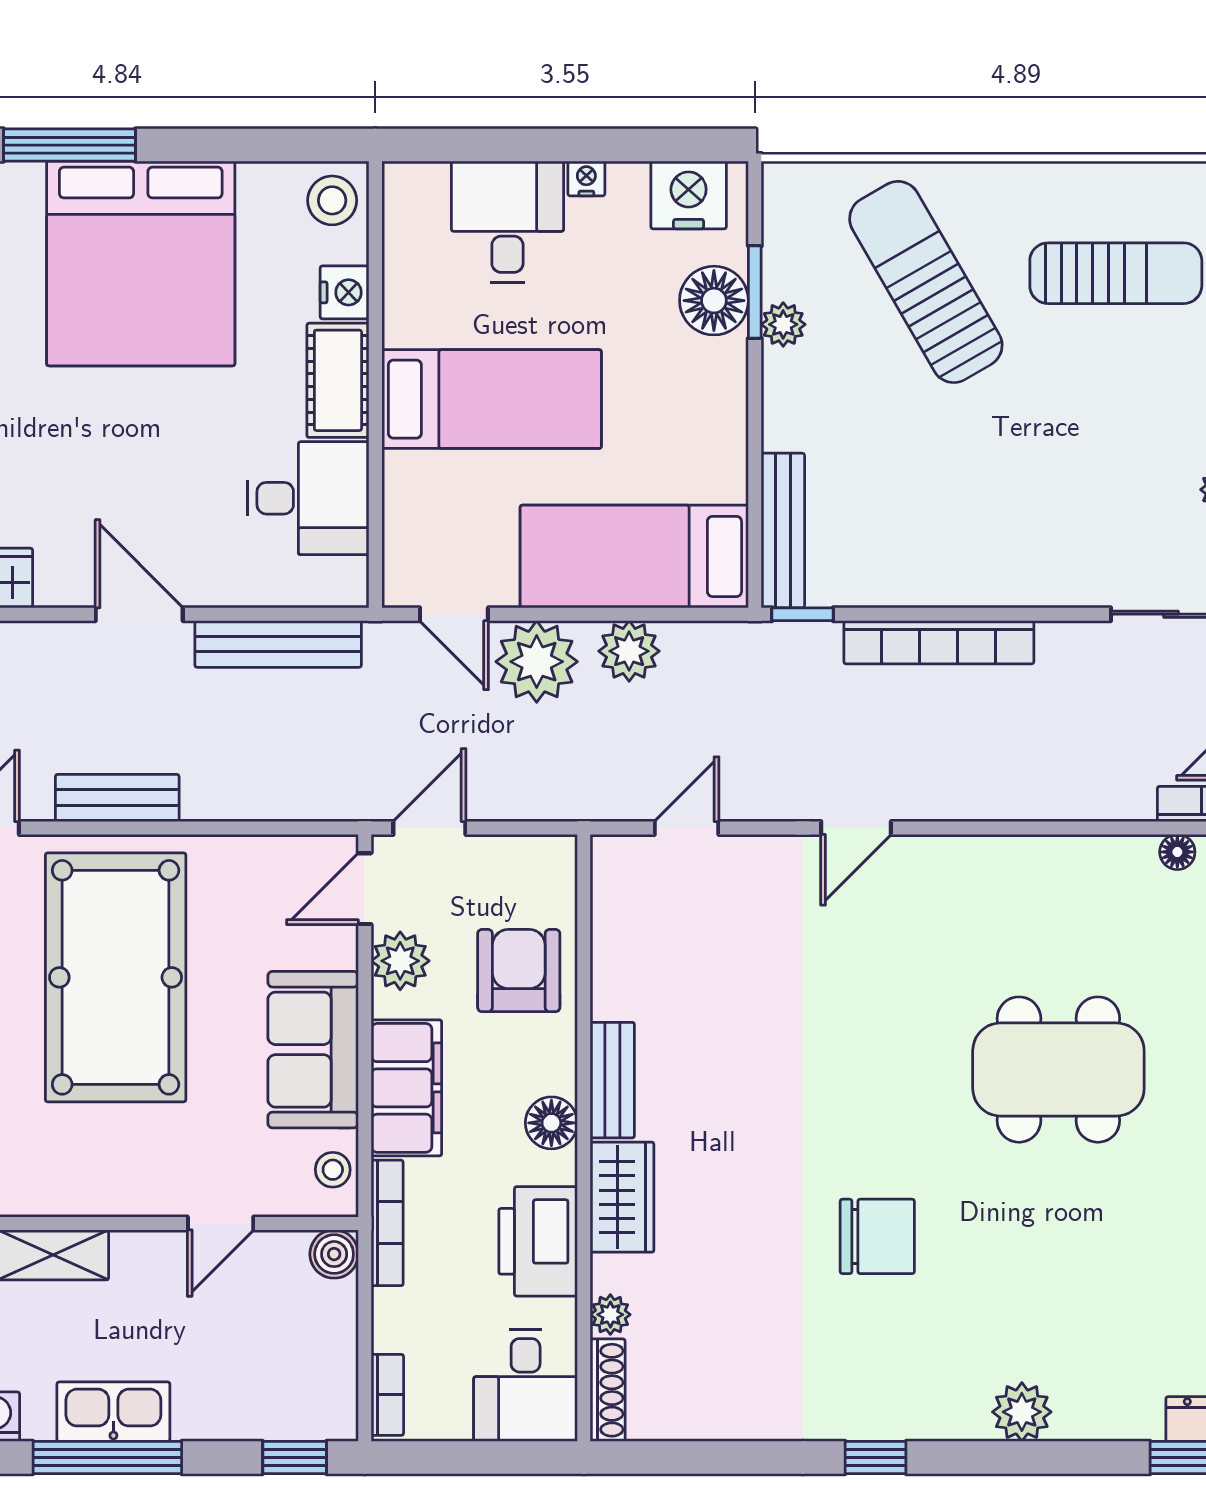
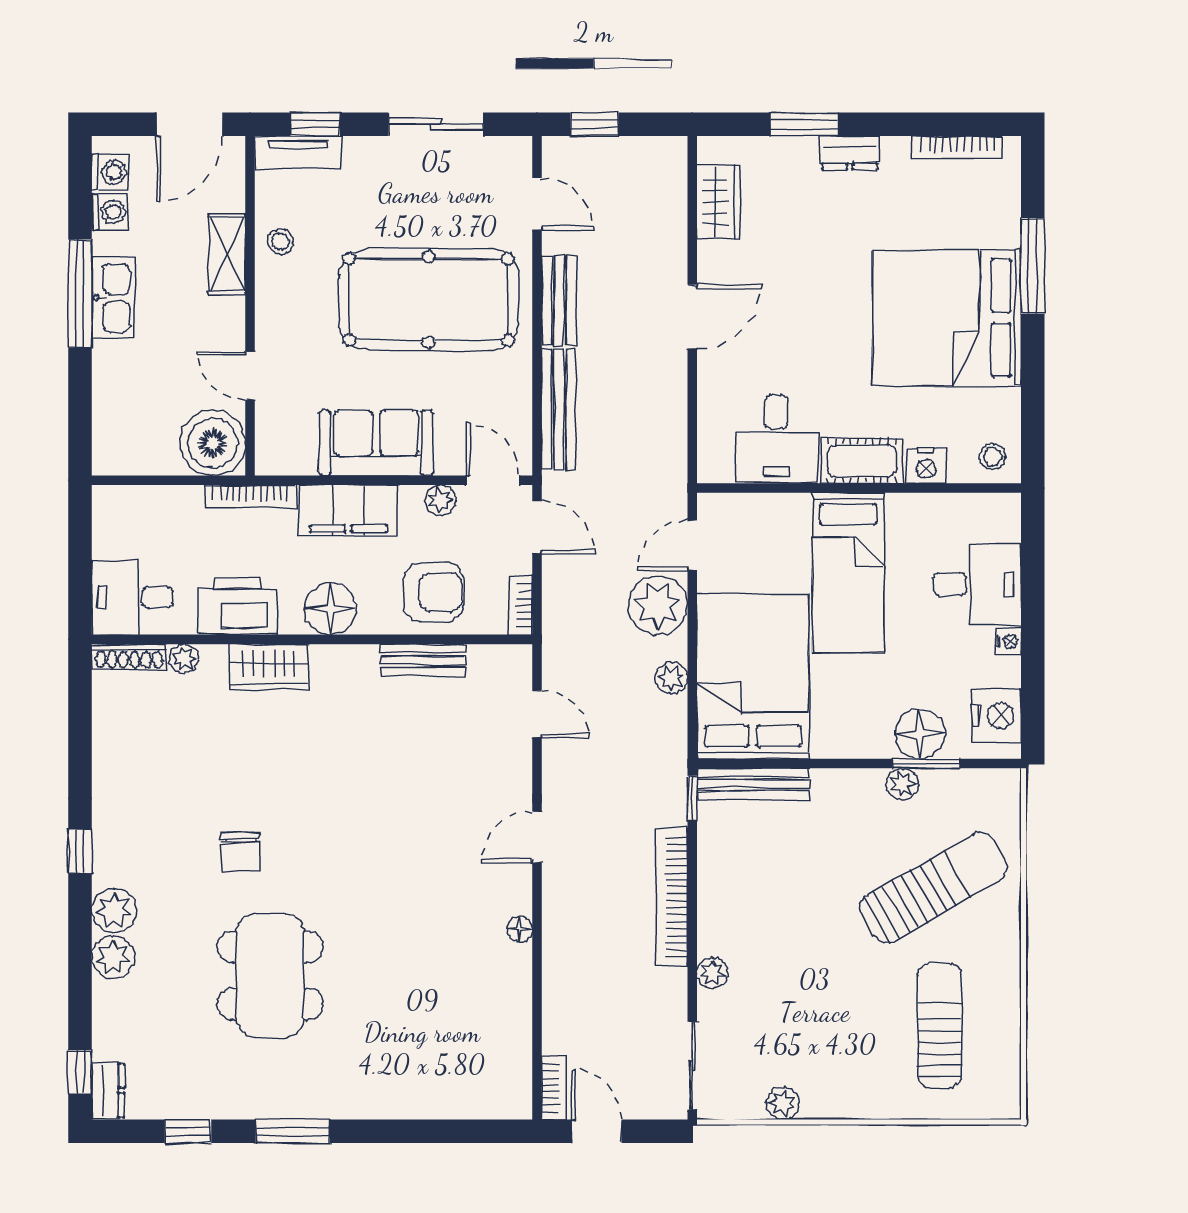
stool: (332, 200) -> (993, 457), width x0.73, depth x0.73
sun lounger: (1116, 273) -> (940, 1026), turned 180
bed: (634, 556) -> (753, 676), width x1.50
plant: (1043, 587) -> (712, 973), added
bench: (278, 644) -> (559, 409), moved
plant: (629, 651) -> (671, 678), width x0.73, depth x0.73
door: (856, 828) -> (537, 837), hinge flipped
floor lamp: (1177, 852) -> (520, 929), moved
plant: (400, 961) -> (441, 500), width x0.73, depth x0.73
dining table: (1058, 1070) -> (270, 976), moved
bench: (612, 1080) -> (423, 660), moved
floor lamp: (551, 1123) -> (330, 609), width x1.38, depth x1.38
stool: (333, 1170) -> (280, 242), moved
chair: (877, 1236) -> (241, 852), width x0.73, depth x0.73
boiler: (334, 1254) -> (213, 443), width x1.86, depth x1.86
bookcase: (387, 1395) -> (521, 605), moved, turned 90
plant: (957, 1411) -> (114, 910), added
window: (295, 1457) -> (80, 429), removed

